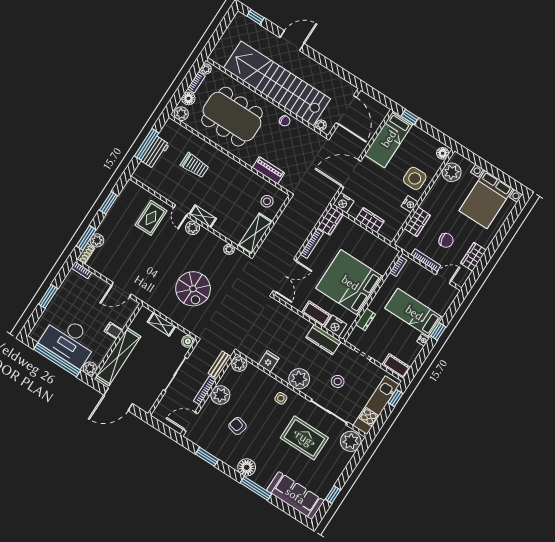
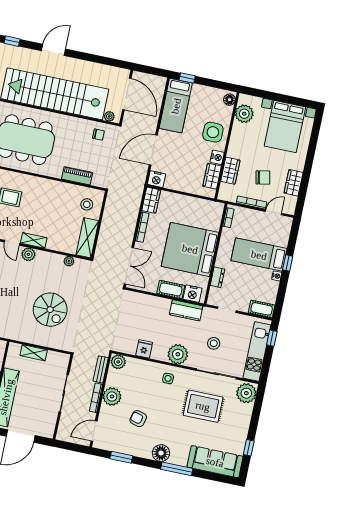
chair: (285, 121) -> (98, 135), moved
wardrobe: (370, 220) -> (212, 176), moved, turned -90
boiler: (188, 341) -> (64, 359), removed

